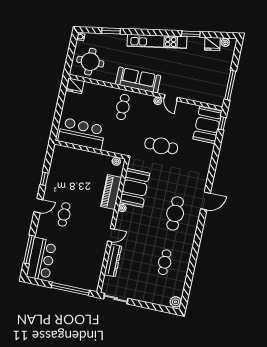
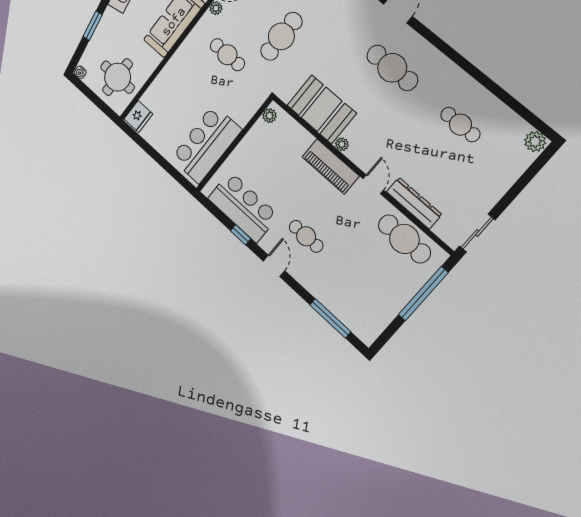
cafe table: (123, 107) -> (227, 55), moved
piano: (111, 192) -> (331, 166), moved
bar counter: (41, 259) -> (243, 207), moved
cafe table: (92, 265) -> (404, 239), added

